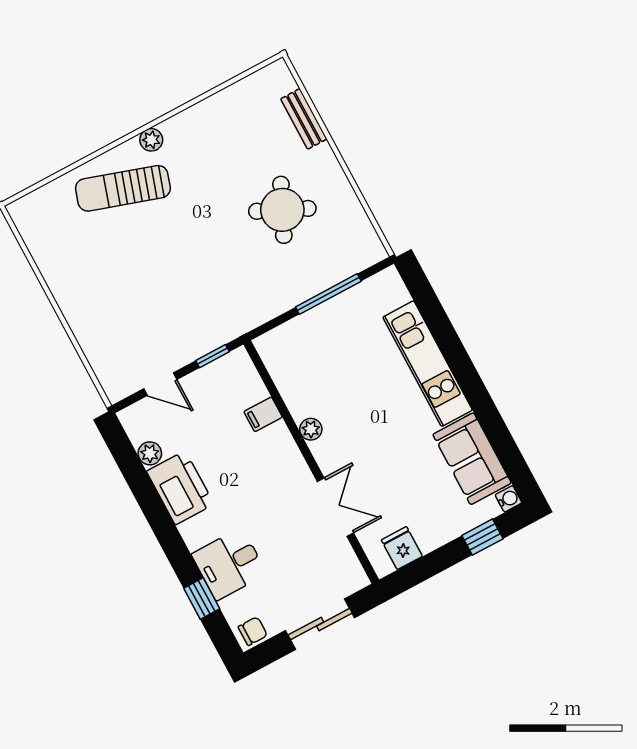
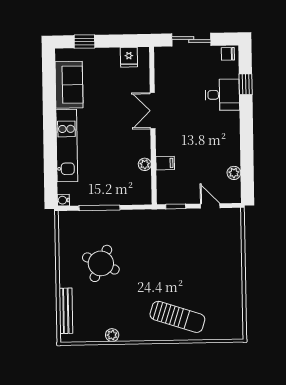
bench: (304, 119) -> (66, 311), width x1.36
plant: (151, 140) -> (112, 335), moved
plant: (311, 429) -> (145, 164), moved
printer: (180, 488) -> (227, 147), removed
water cooler: (509, 499) -> (63, 200), moved
double door: (335, 507) -> (153, 111), moved

